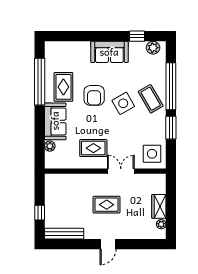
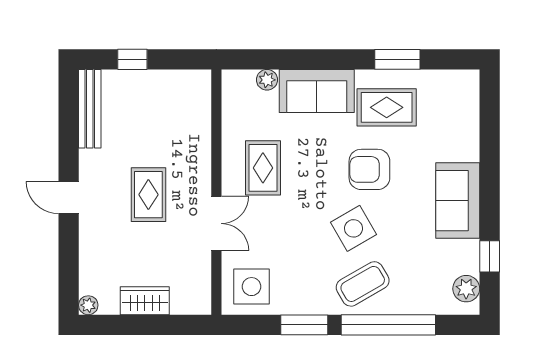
window: (40, 82) -> (397, 59), width x0.47
plant: (161, 224) -> (88, 305), moved

